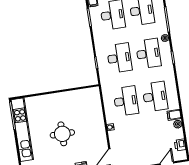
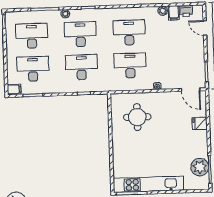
filing cabinet: (174, 115) -> (174, 13), moved
round table: (62, 134) -> (137, 117), moved

